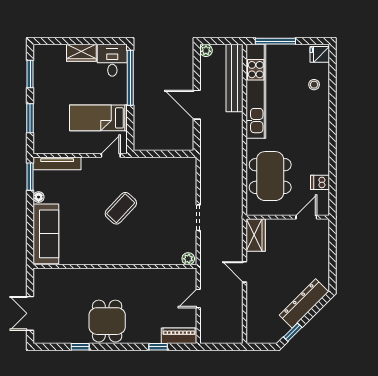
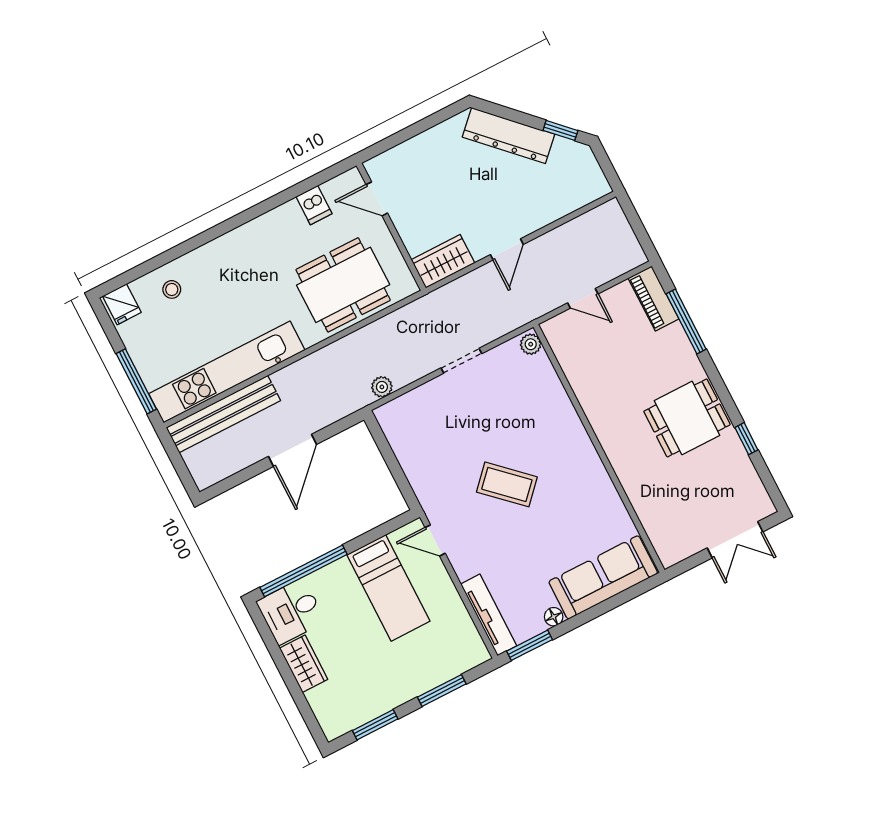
plant: (206, 50) -> (382, 387), moved
window: (158, 347) -> (686, 322), width x2.17

